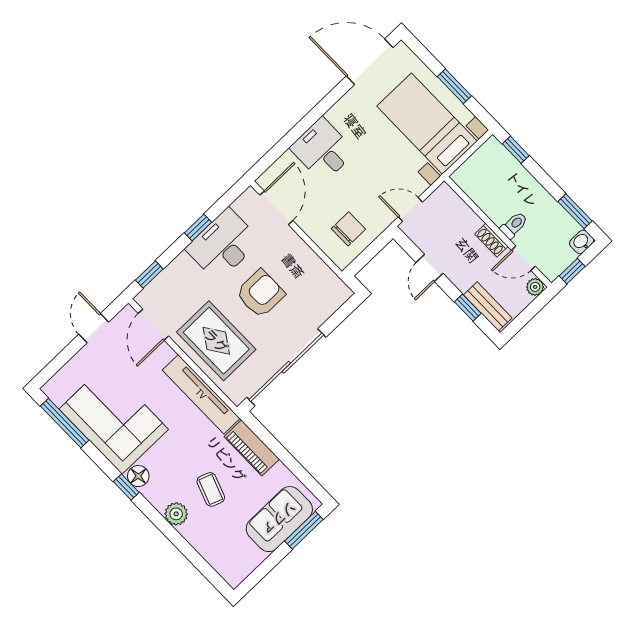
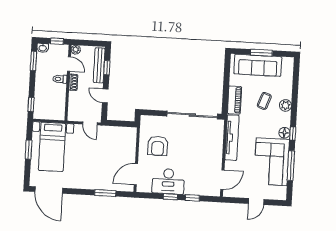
window: (290, 139) -> (105, 193), added
desk: (323, 150) -> (98, 177), removed
chair: (348, 229) -> (119, 140), removed
door: (430, 268) -> (105, 96), swing flipped
window: (149, 275) -> (192, 198), moved
armchair: (260, 294) -> (158, 146), moved, turned -90
bench: (488, 306) -> (99, 65), width x1.36
door: (94, 328) -> (256, 201), moved
rug: (216, 341) -> (207, 151), removed
window: (65, 423) -> (291, 166), moved
sofa: (279, 519) -> (258, 65), width x1.36
window: (304, 530) -> (261, 53), moved

